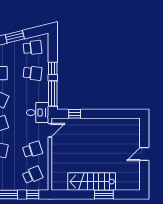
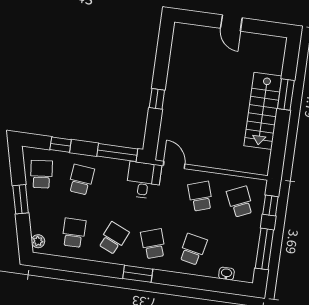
window: (53, 68) -> (61, 145), moved
window: (75, 114) -> (157, 99), moved

